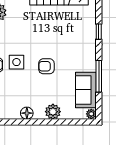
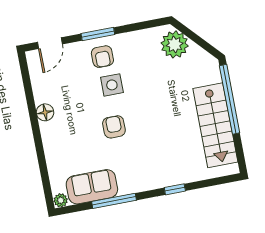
plant: (53, 112) -> (54, 147), removed

